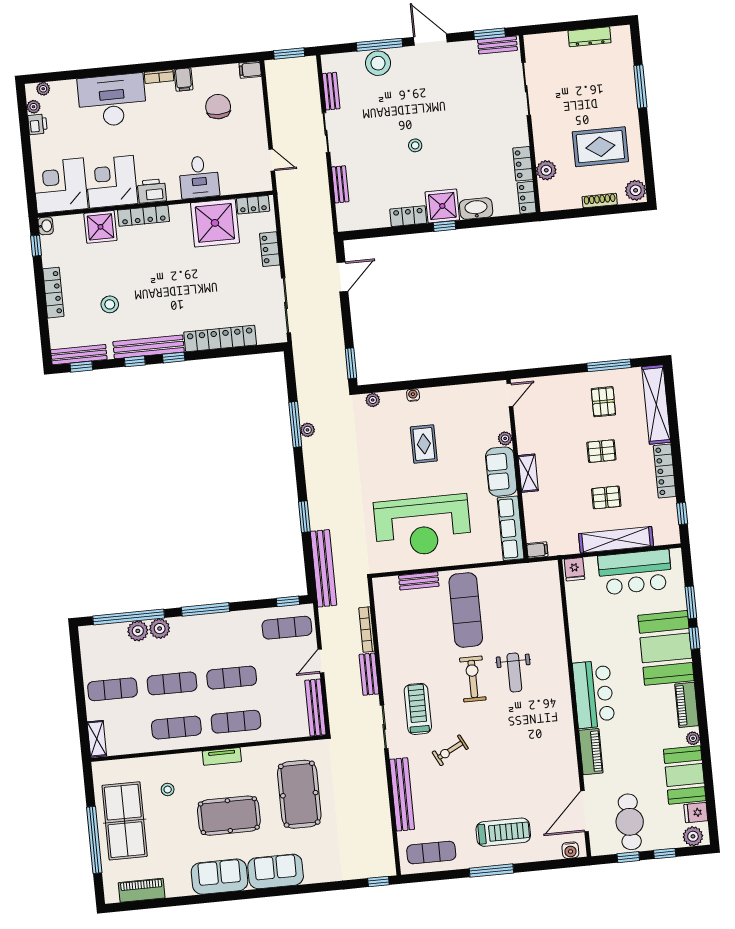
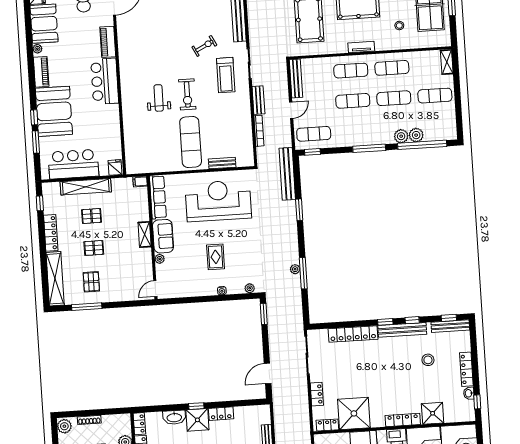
washbasin: (46, 226) -> (469, 393), moved

